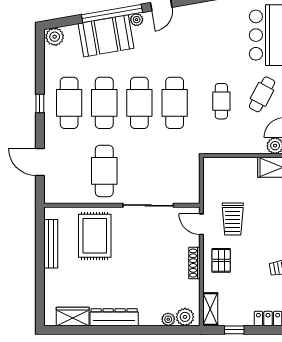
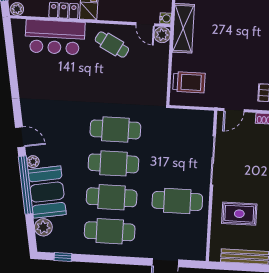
plant: (55, 37) -> (43, 227), moved
cafe table: (221, 101) -> (116, 84), removed
window: (40, 103) -> (63, 257), moved
trolley: (233, 219) -> (189, 82), moved
rug: (95, 236) -> (239, 214), width x0.73, depth x0.70

